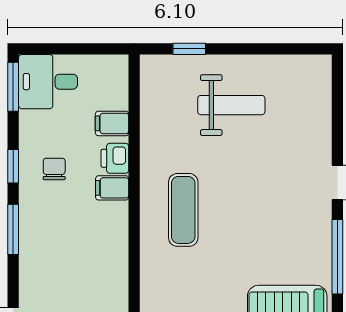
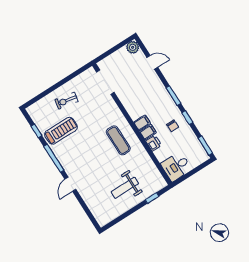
desk: (48, 82) -> (176, 166), moved, turned 180
filing cabinet: (112, 123) -> (142, 123), moved

